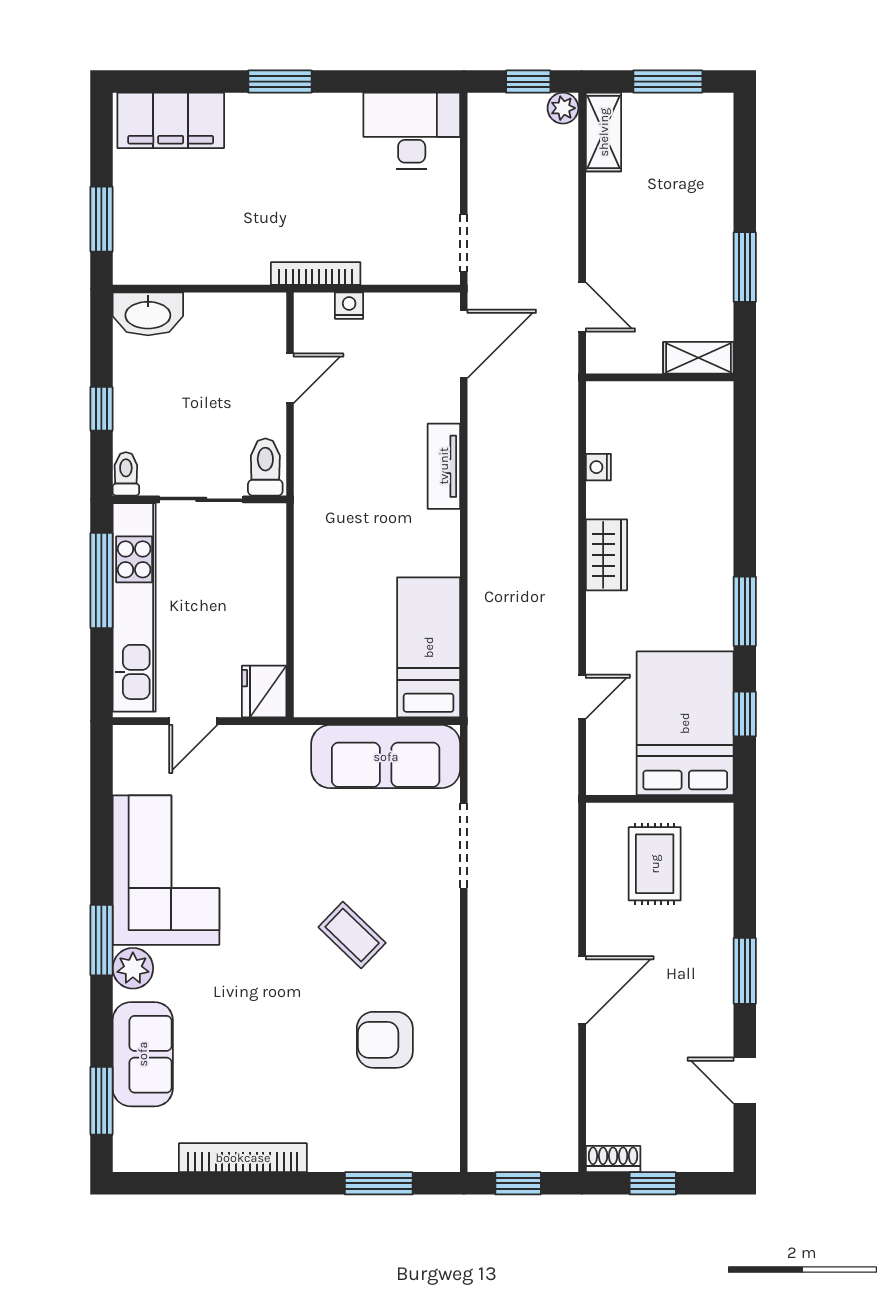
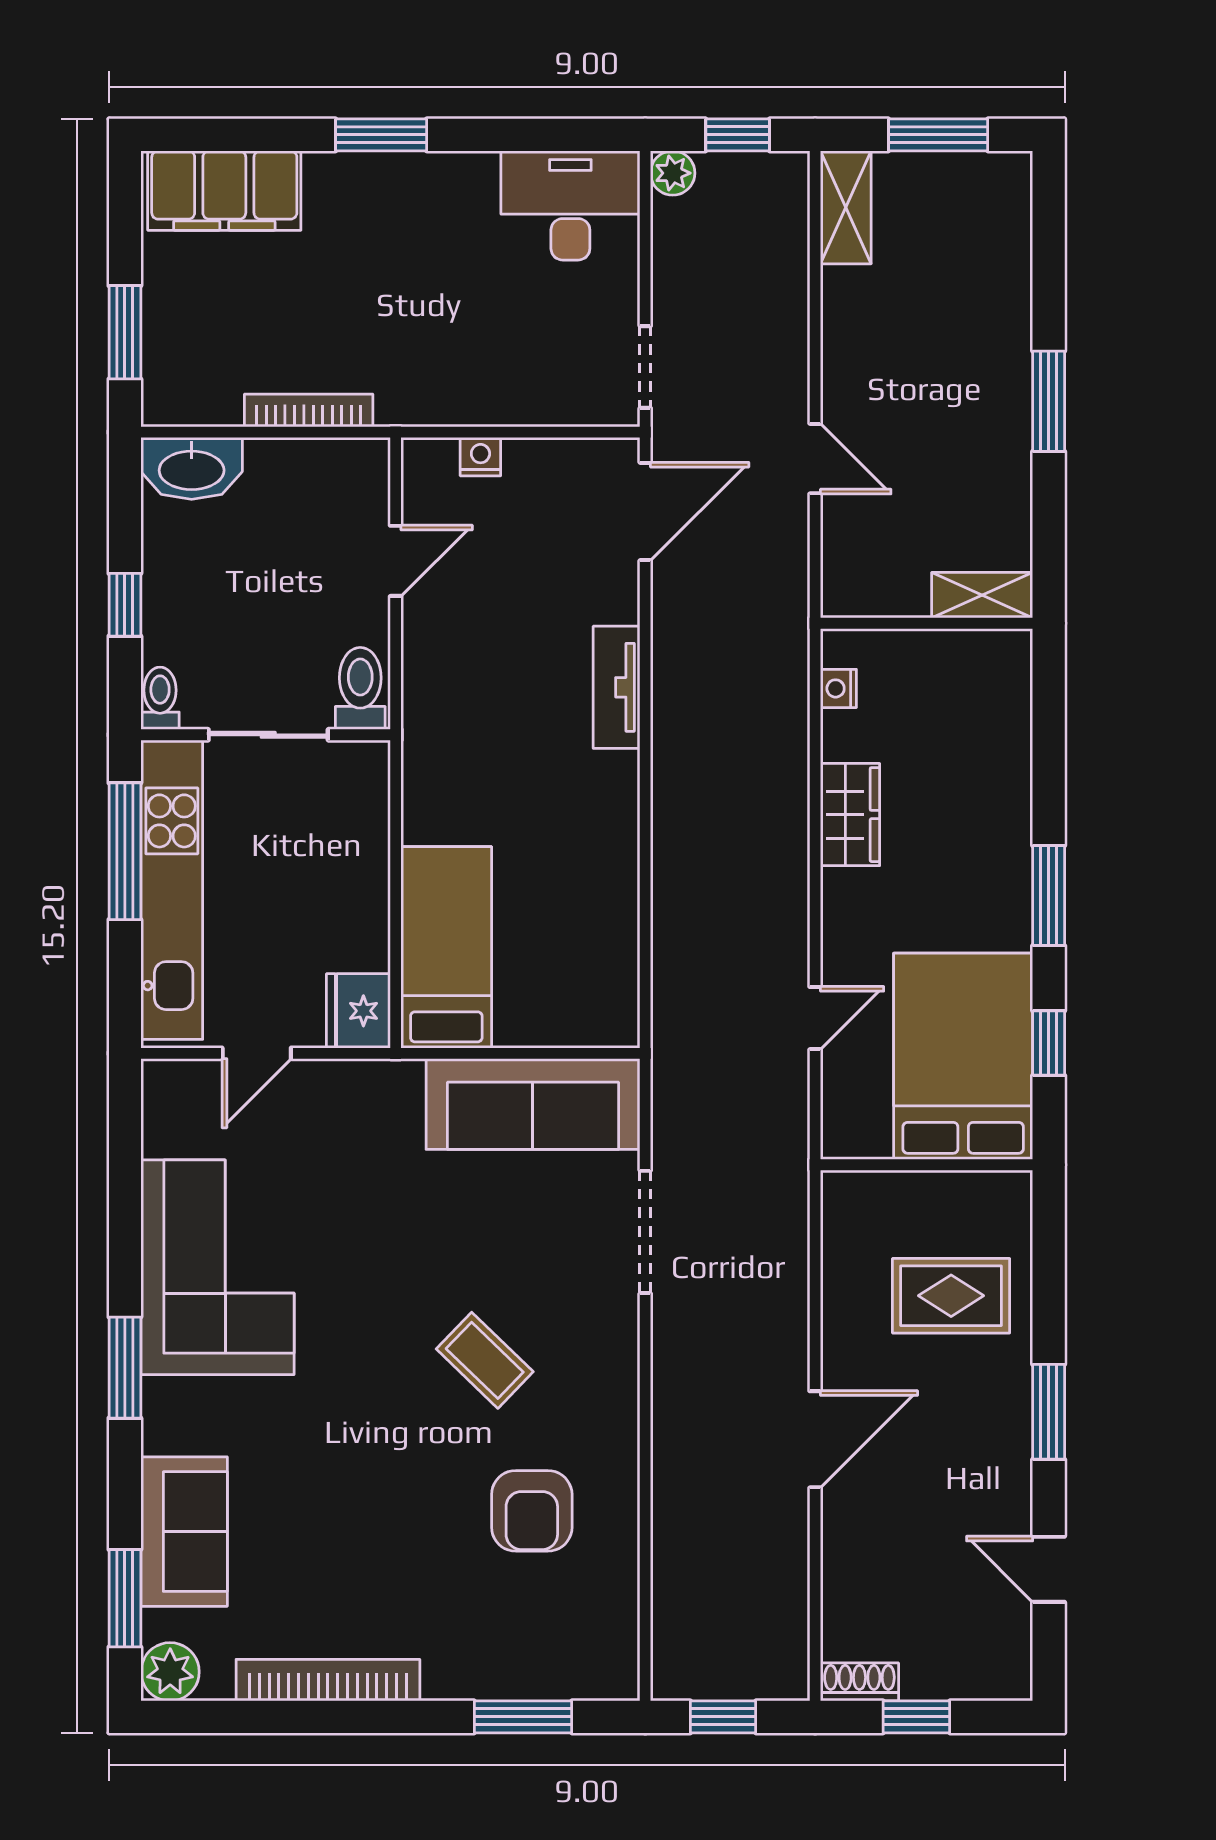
plant: (563, 108) -> (673, 173), moved
bookcase: (316, 273) -> (309, 410), moved
shelving: (698, 358) -> (982, 595), moved
wall: (660, 377) -> (927, 623), moved
bed: (429, 647) -> (446, 947), moved
rug: (655, 864) -> (951, 1296), moved, turned 90
plant: (133, 968) -> (170, 1672), moved
armchair: (385, 1040) -> (532, 1511), turned -90

